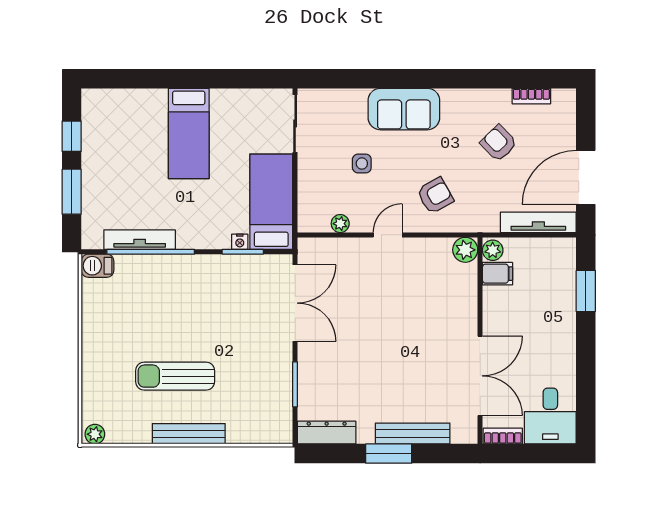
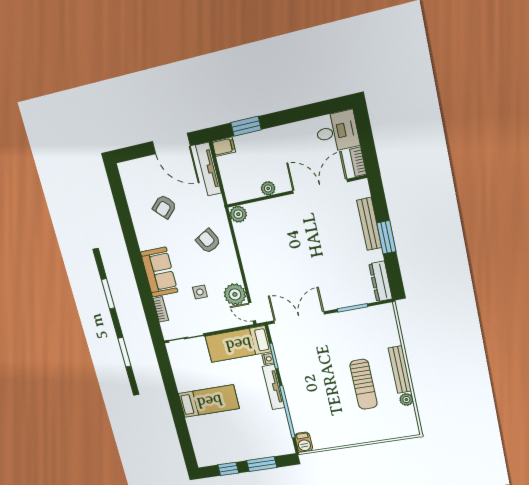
bookcase: (531, 96) -> (161, 309), moved
plant: (340, 224) -> (235, 294), width x1.88, depth x1.88
door: (388, 235) -> (252, 312), moved
tv unit: (140, 240) -> (273, 387), moved
plant: (493, 250) -> (268, 188), moved
filing cabinet: (497, 274) -> (224, 147), moved, turned 90
plant: (95, 434) -> (406, 400), moved

